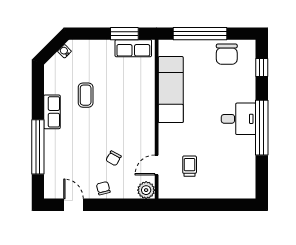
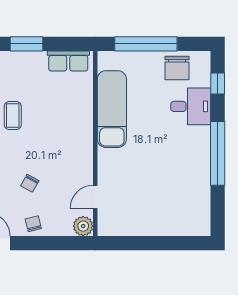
window: (124, 34) -> (26, 44), moved
desk: (239, 119) -> (191, 106), moved
chair: (113, 158) -> (30, 183), moved
trolley: (190, 166) -> (134, 198), removed

